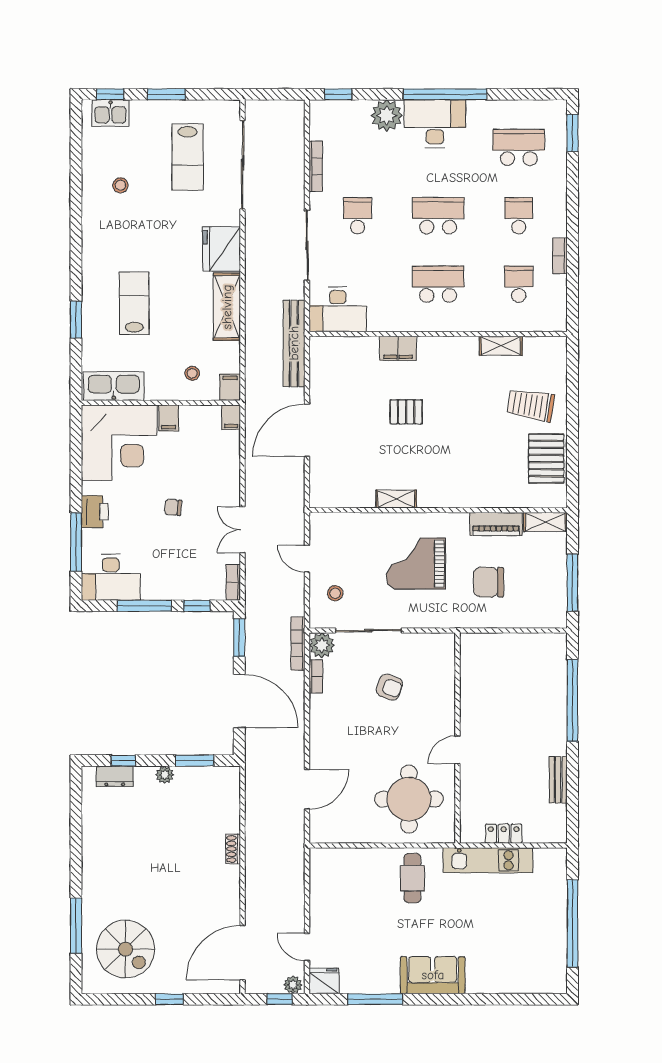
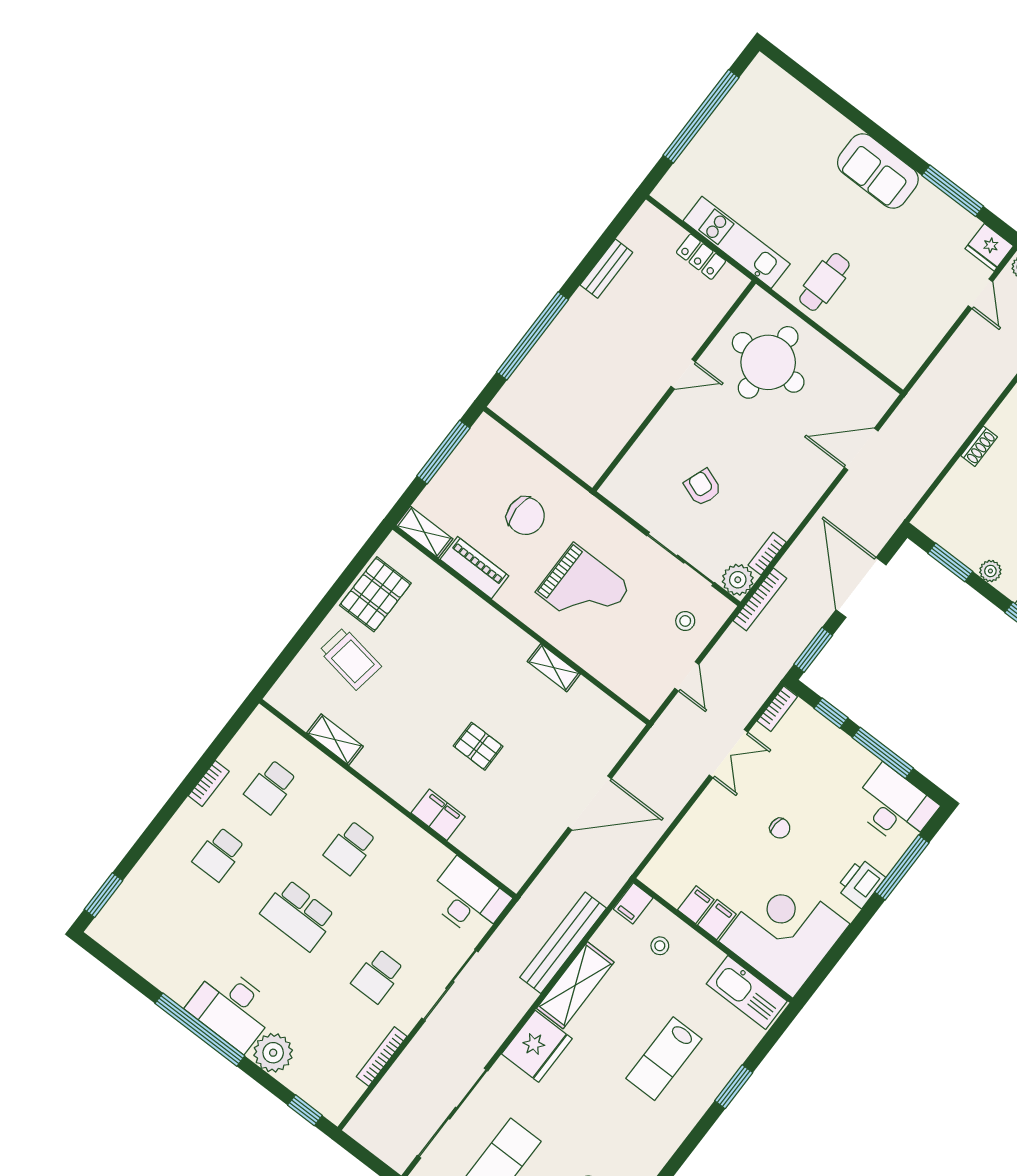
school desk: (519, 147) -> (167, 922), removed
school desk: (438, 284) -> (350, 848), width x0.54
bench: (294, 343) -> (563, 943), moved
filing cabinet: (231, 417) -> (696, 905), moved

